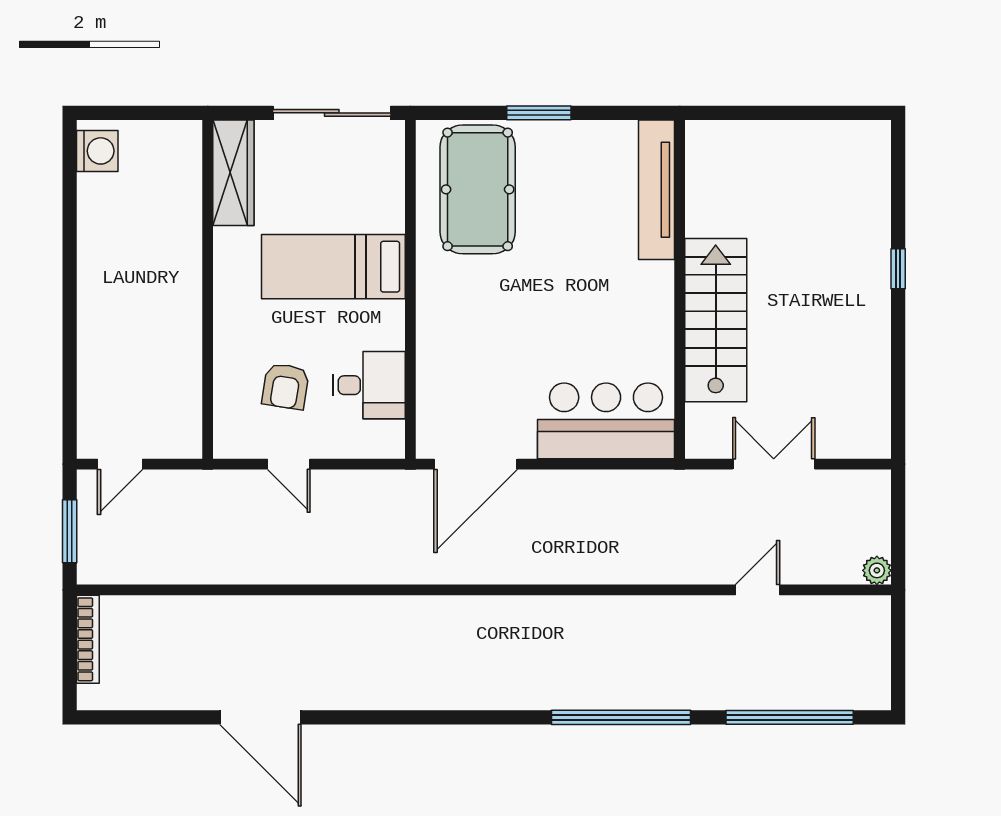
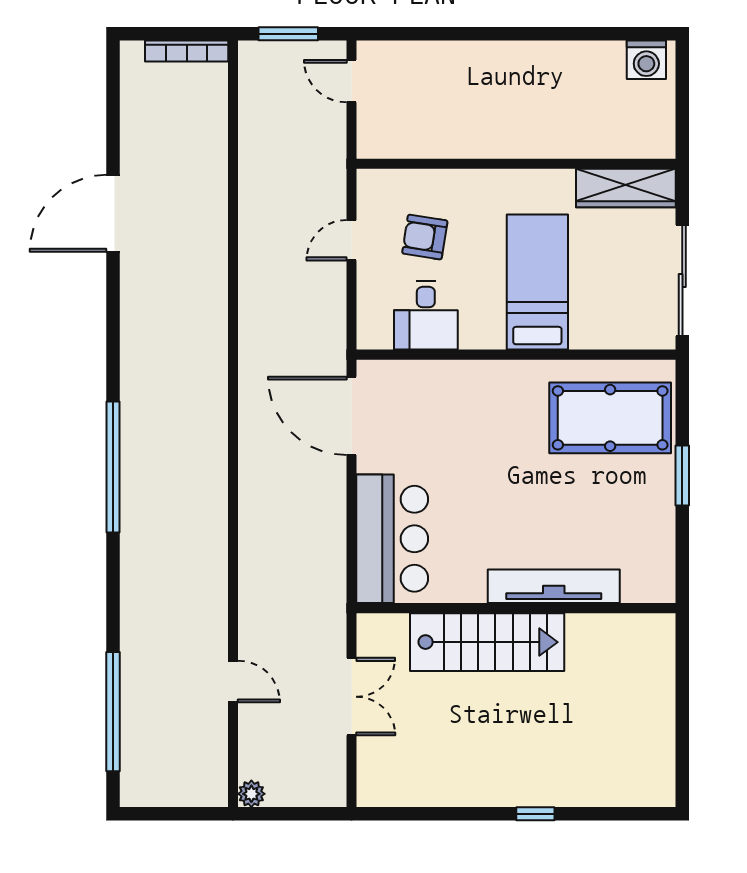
tv unit: (656, 190) -> (554, 586), moved
window: (621, 717) -> (113, 467), moved

